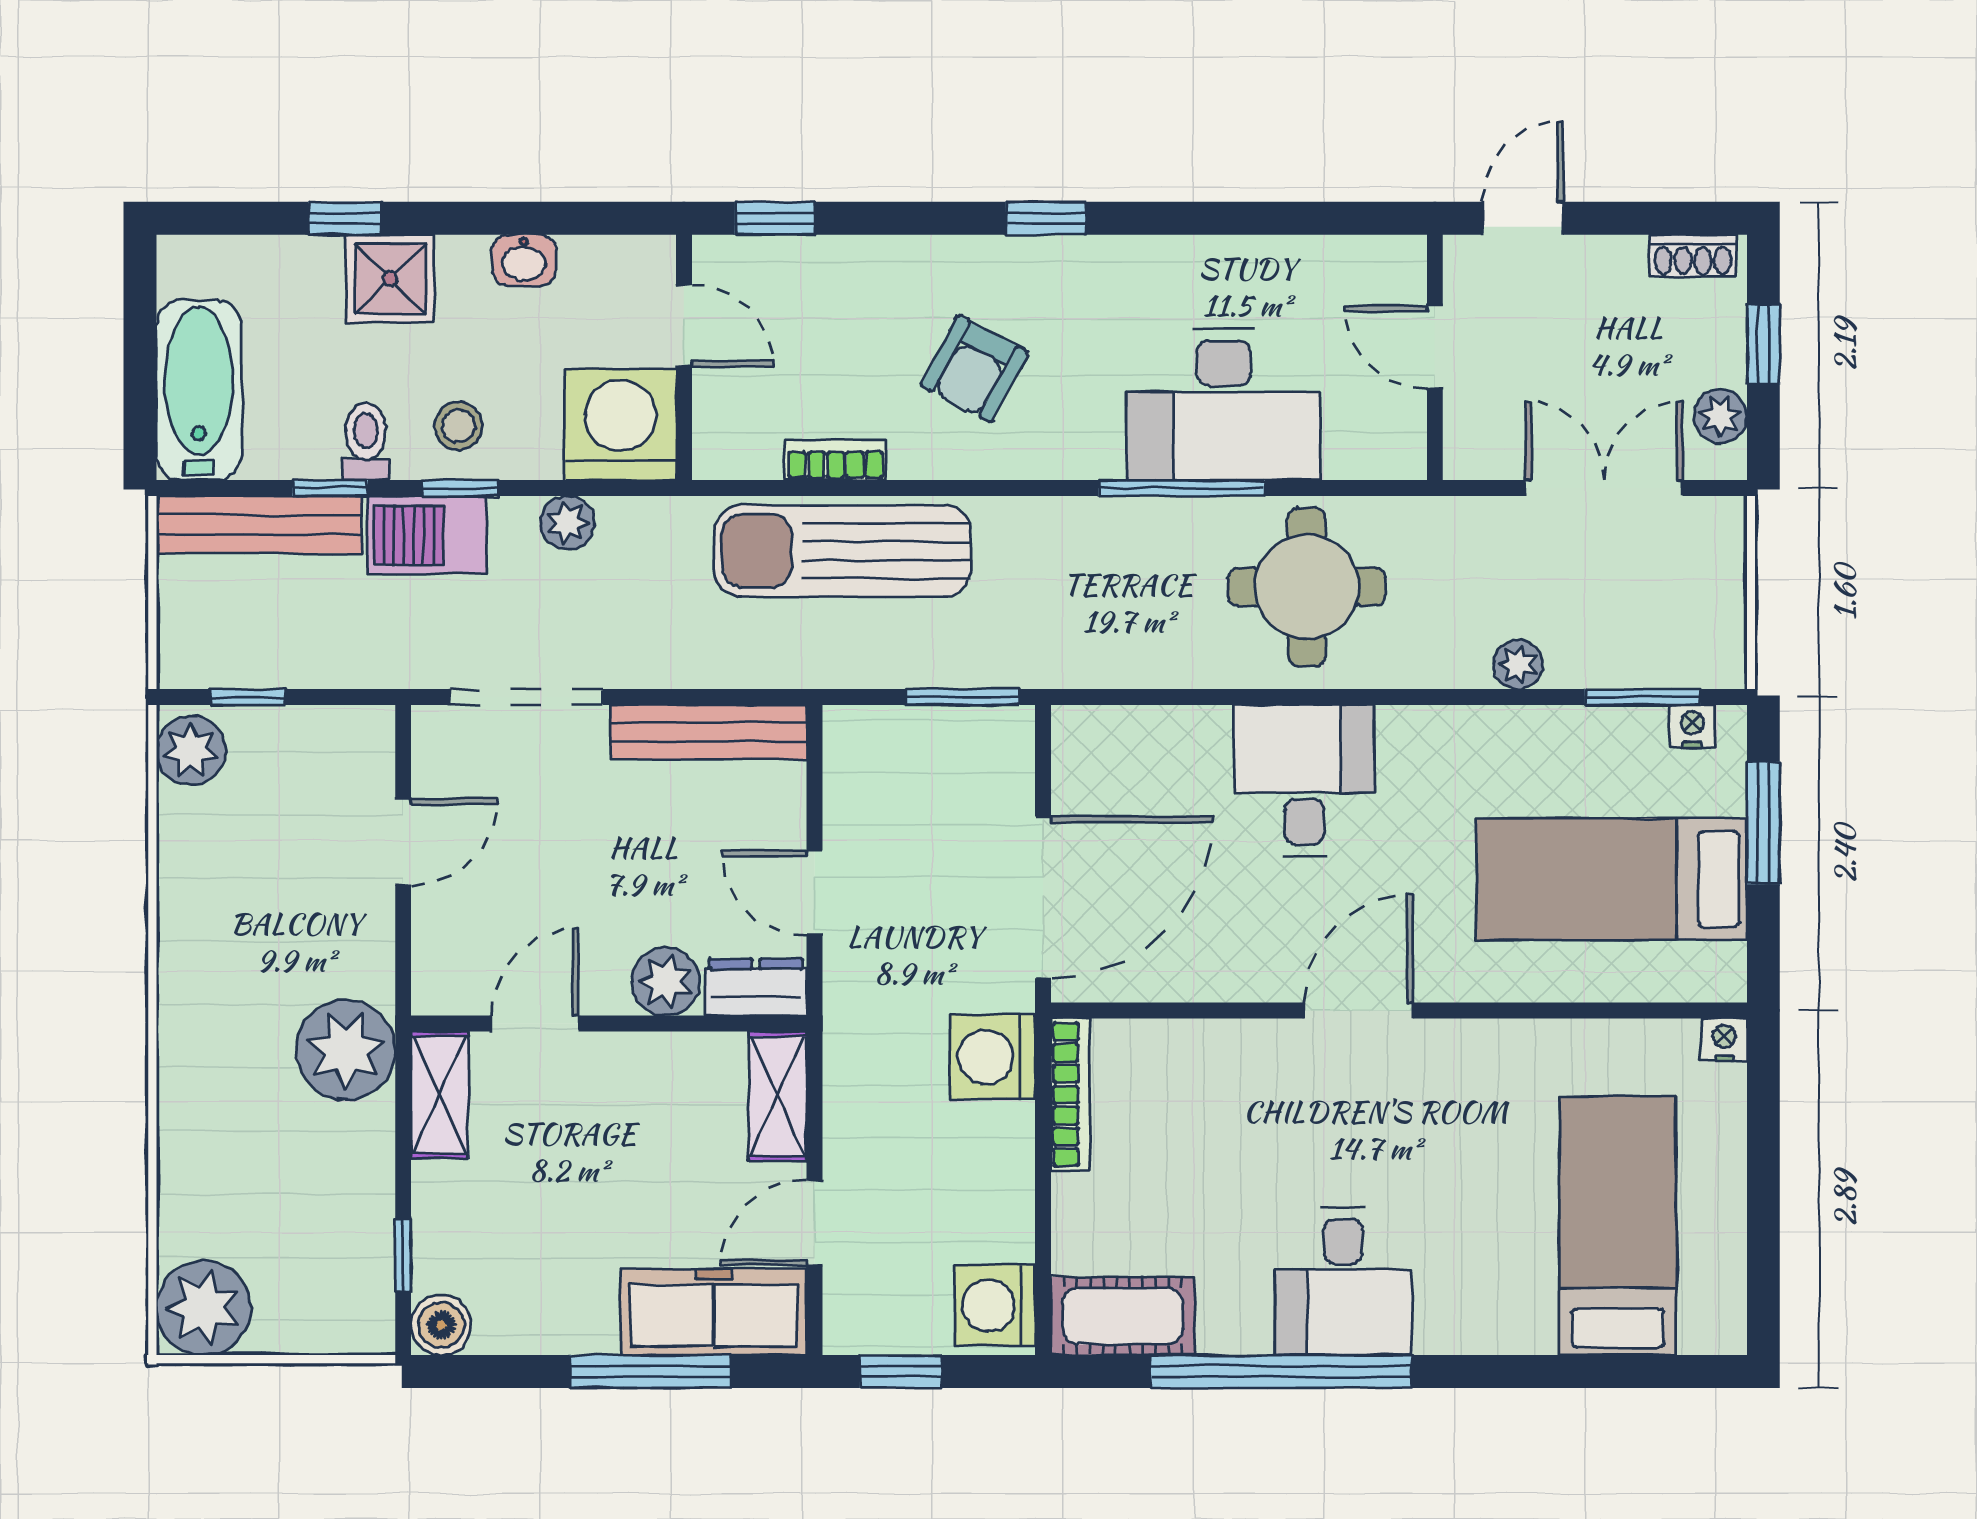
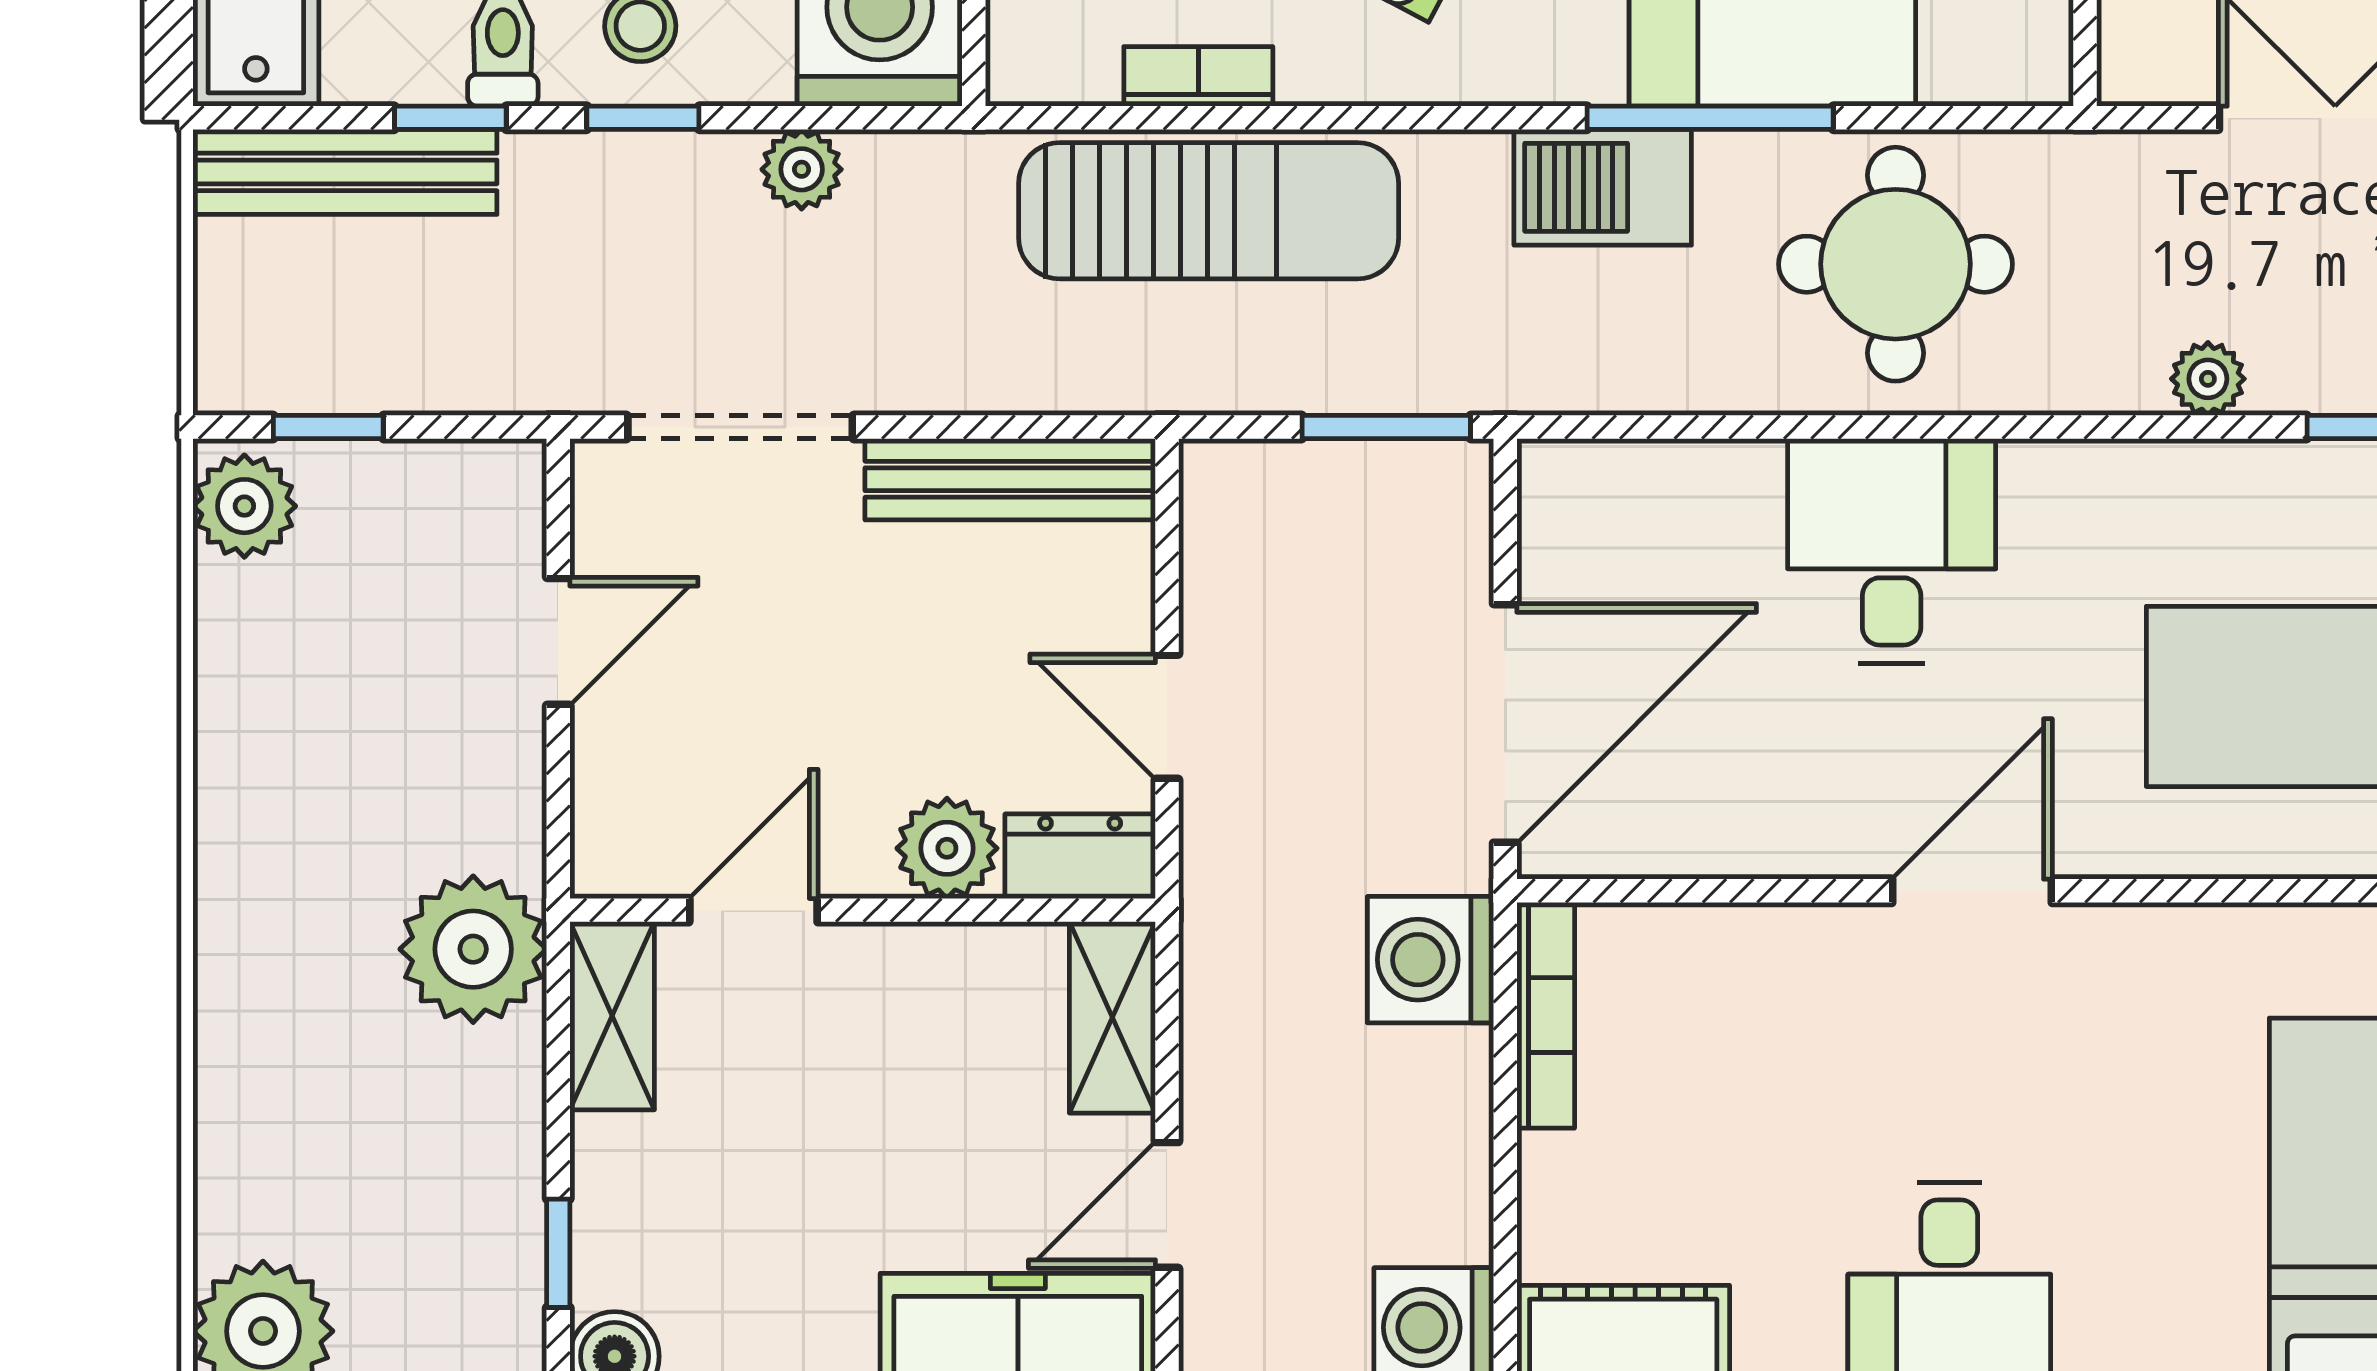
barbecue: (427, 535) -> (1603, 187), moved
sun lounger: (843, 551) -> (1209, 211), turned 180

